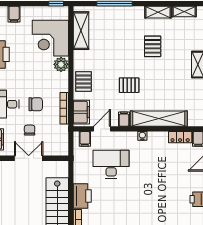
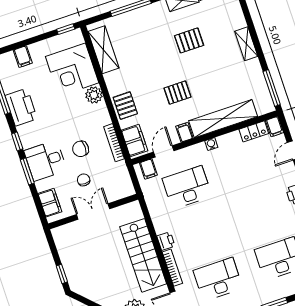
pallet: (153, 46) -> (189, 40), turned 90
chair: (36, 104) -> (81, 149), turned 180
printer: (82, 196) -> (166, 241), width x0.53, depth x0.68

